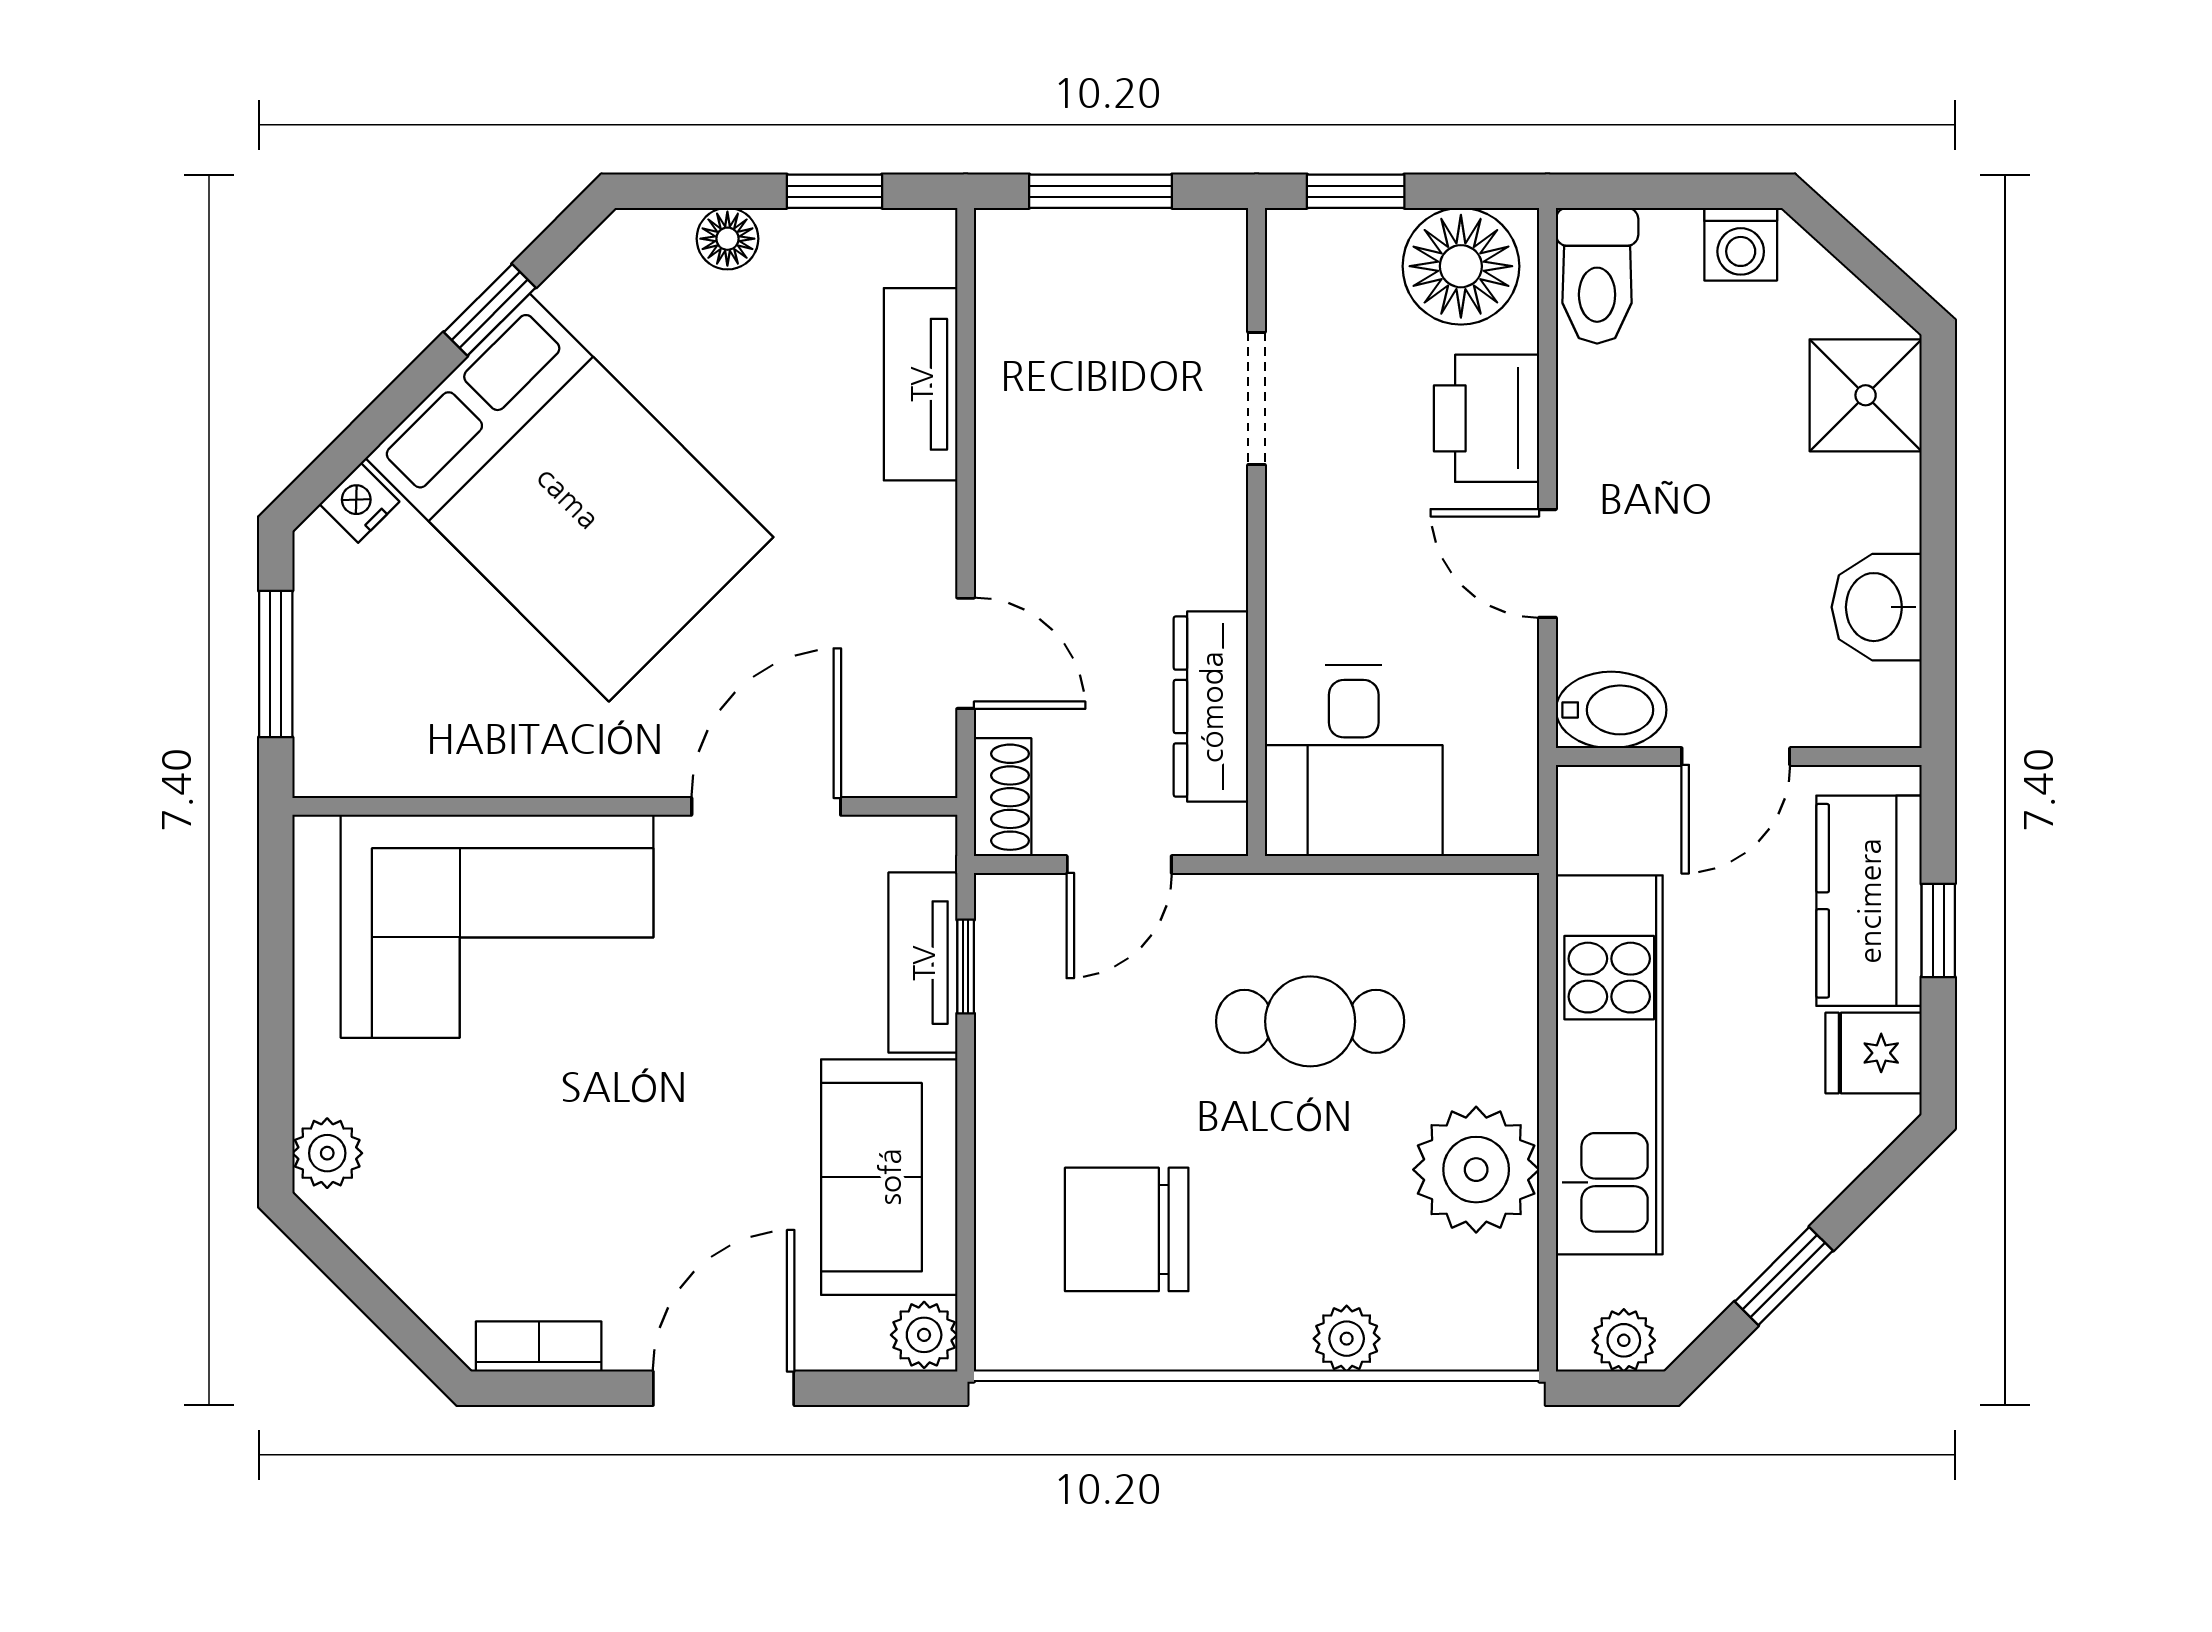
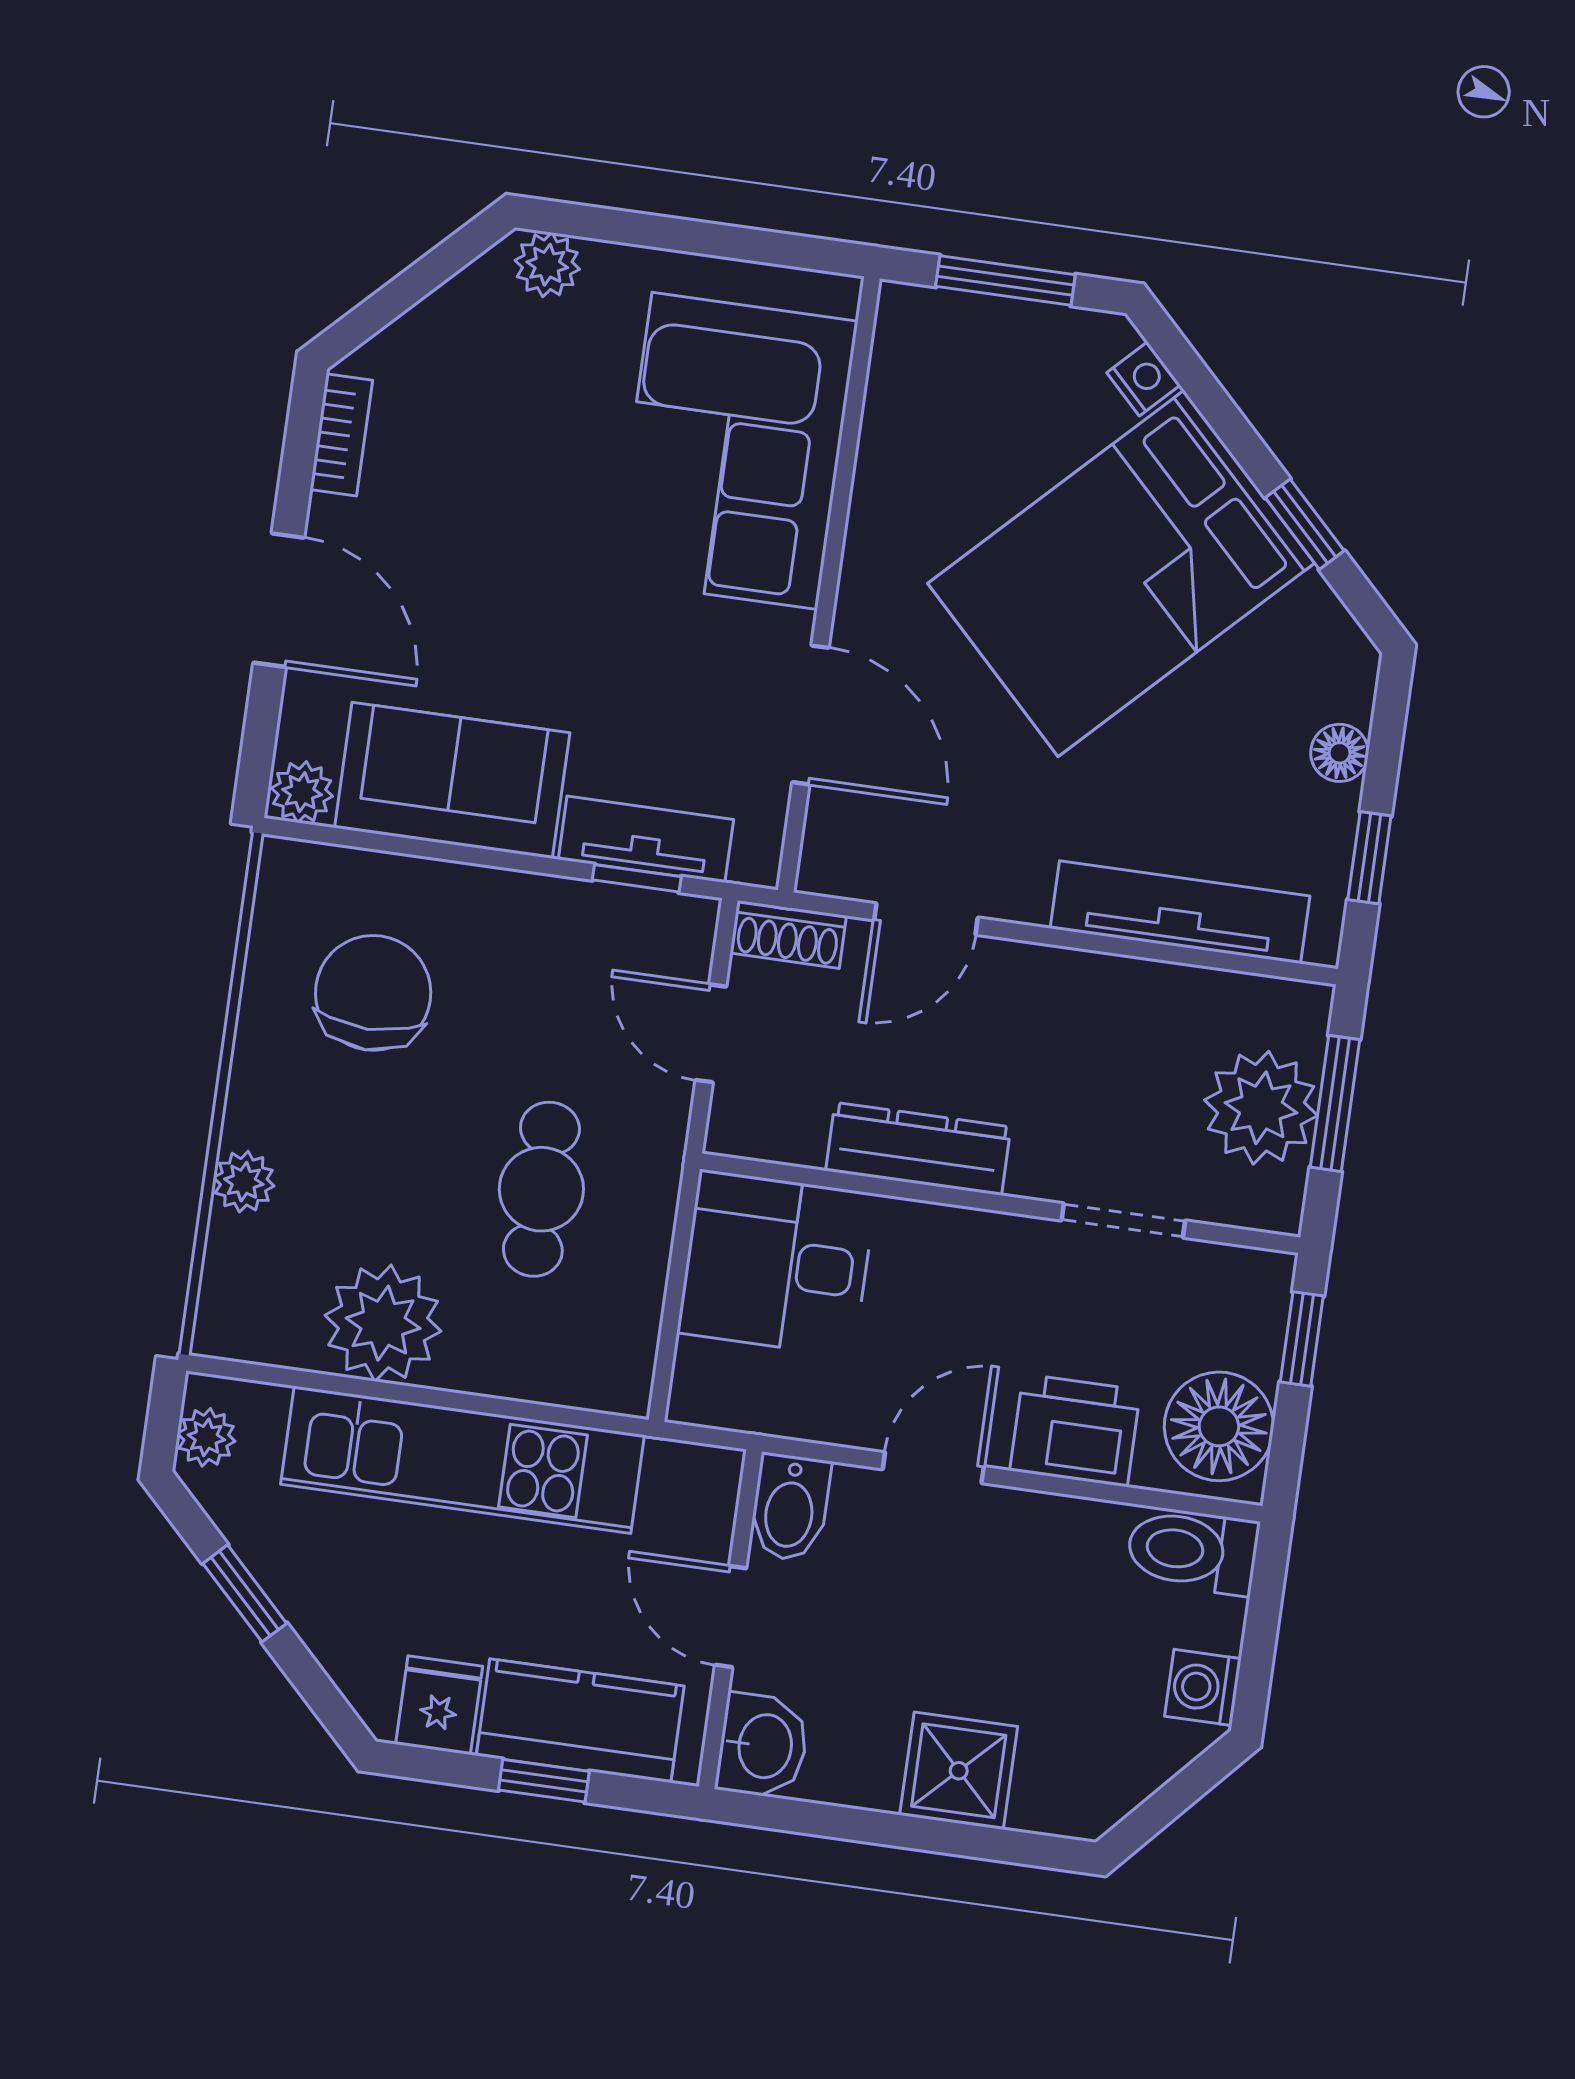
plant: (1116, 269) -> (1261, 1108), added
tv unit: (921, 384) -> (1180, 912), width x1.41
shower: (1866, 395) -> (959, 1771), moved
washbasin: (1877, 607) -> (763, 1746), moved, turned 90
dresser: (1211, 707) -> (918, 1149), moved

